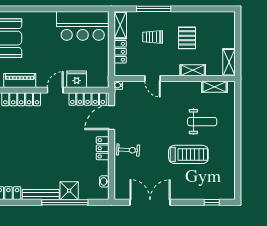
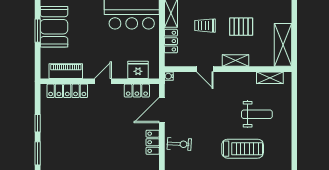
pallet: (187, 38) -> (241, 27), turned 90
shelving: (229, 62) -> (283, 45), width x1.50, depth x1.33
shelving: (193, 70) -> (235, 60), moved
fridge: (77, 79) -> (138, 70), moved
locker: (88, 99) -> (137, 91), width x0.66

